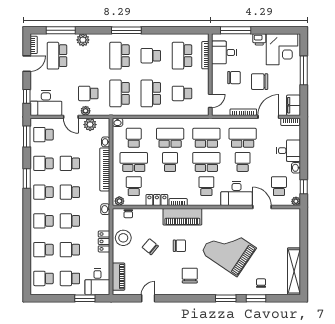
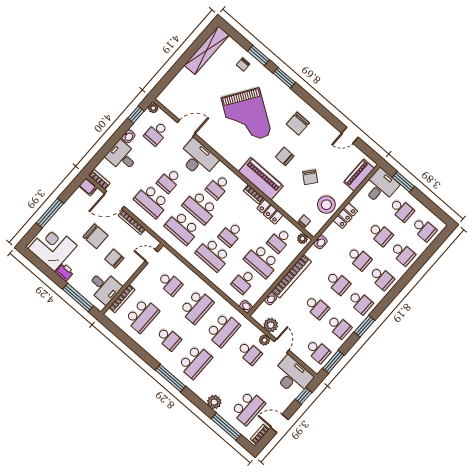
filing cabinet: (293, 105) -> (88, 187), width x0.50
door: (262, 207) -> (186, 128), swing flipped

